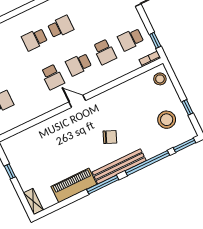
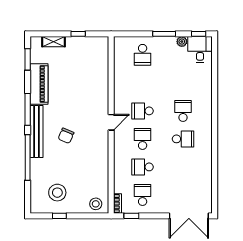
school desk: (61, 27) -> (183, 139), turned -90
window: (184, 145) -> (28, 59), moved
shelving: (33, 201) -> (53, 42), moved

